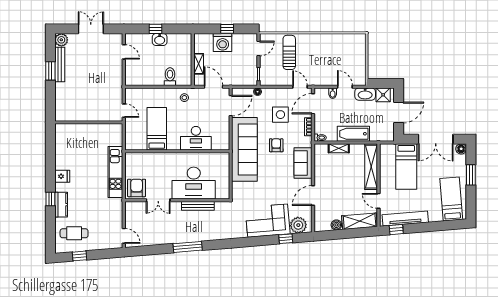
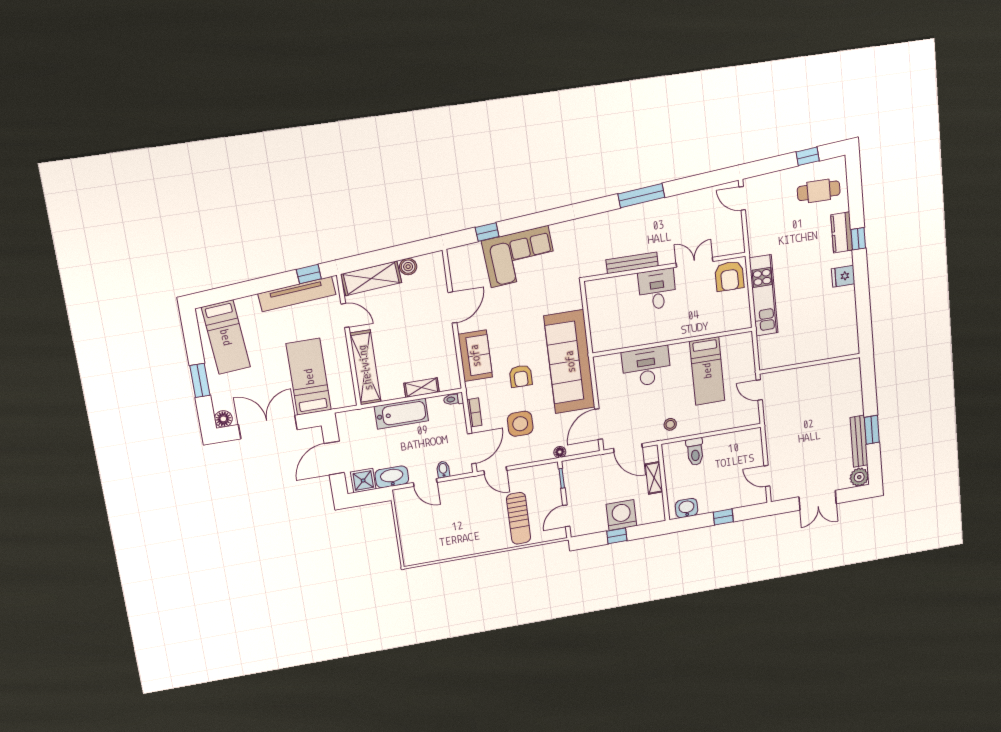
washbasin: (160, 39) -> (687, 508), moved
desk: (194, 183) -> (657, 289), width x0.53, depth x0.77
plant: (298, 225) -> (470, 257), removed

